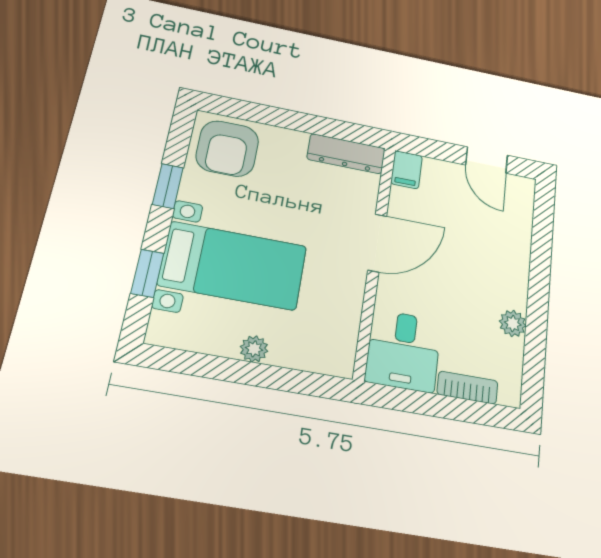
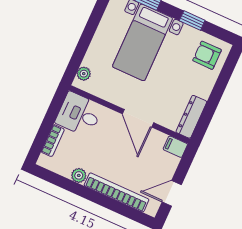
armchair: (227, 148) -> (207, 55), width x0.72, depth x0.72
bookcase: (518, 251) -> (117, 192), added
plant: (254, 349) -> (84, 74), moved

